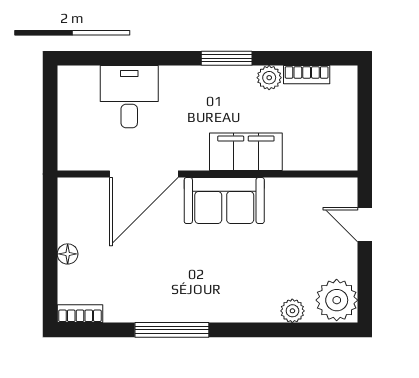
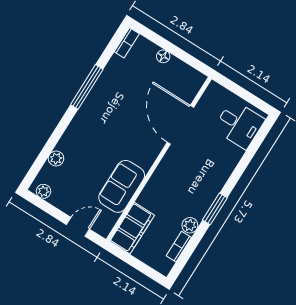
desk: (129, 97) -> (239, 124), moved
filing cabinet: (246, 152) -> (132, 228), moved
sofa: (224, 201) -> (122, 186), moved
plant: (337, 300) -> (43, 191), width x0.53, depth x0.53

